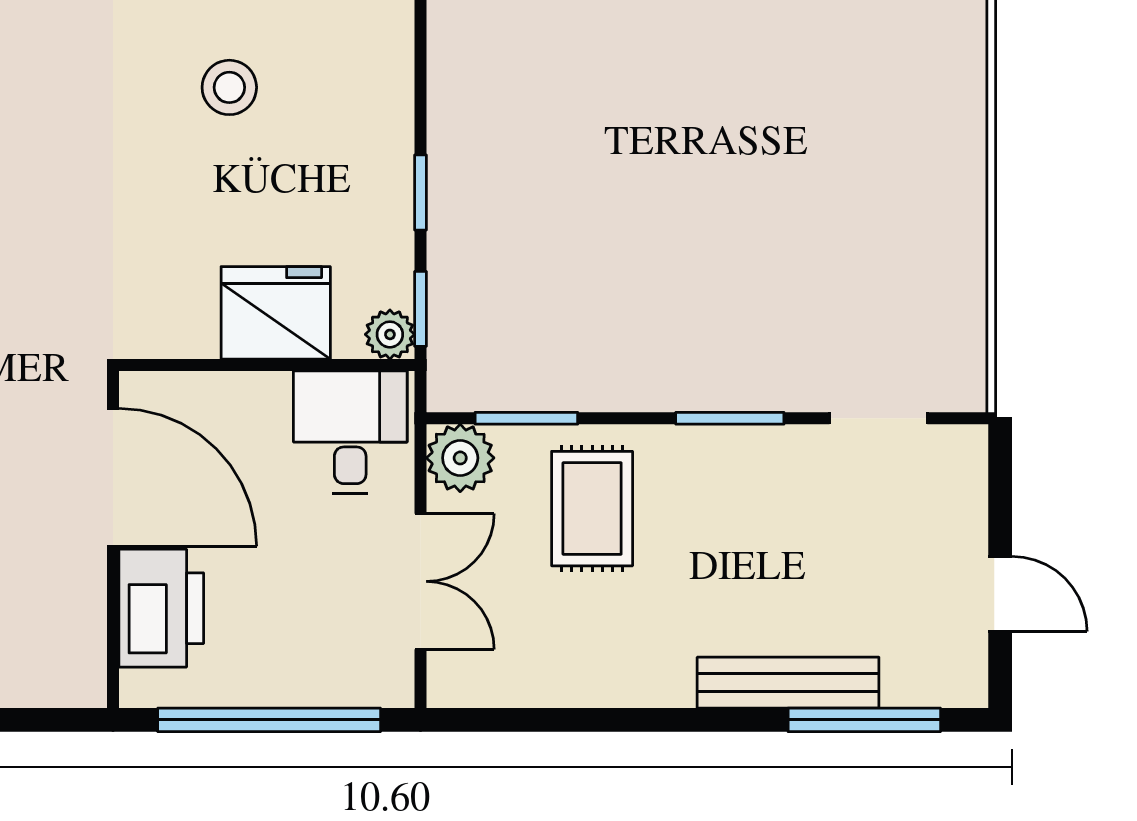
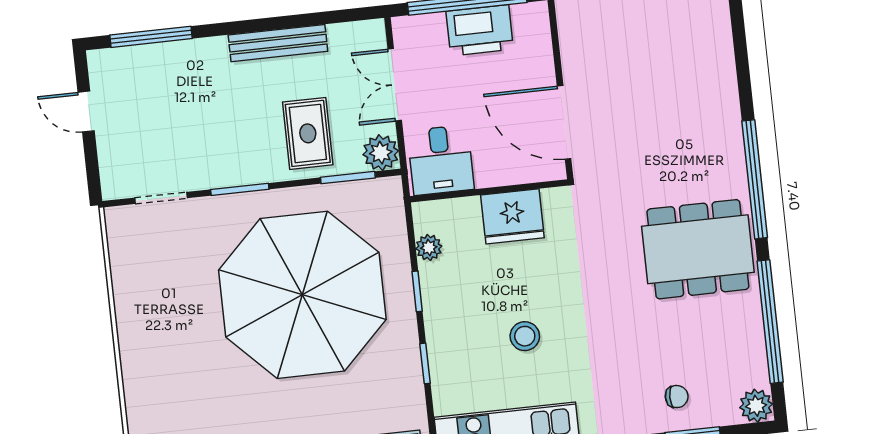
parasol: (635, 209) -> (302, 295), added
window: (420, 309) -> (425, 363), moved
fridge: (276, 313) -> (512, 216), moved
plant: (390, 334) -> (429, 248), moved
printer: (161, 608) -> (480, 30), moved, turned -90
bench: (788, 683) -> (278, 43), moved

